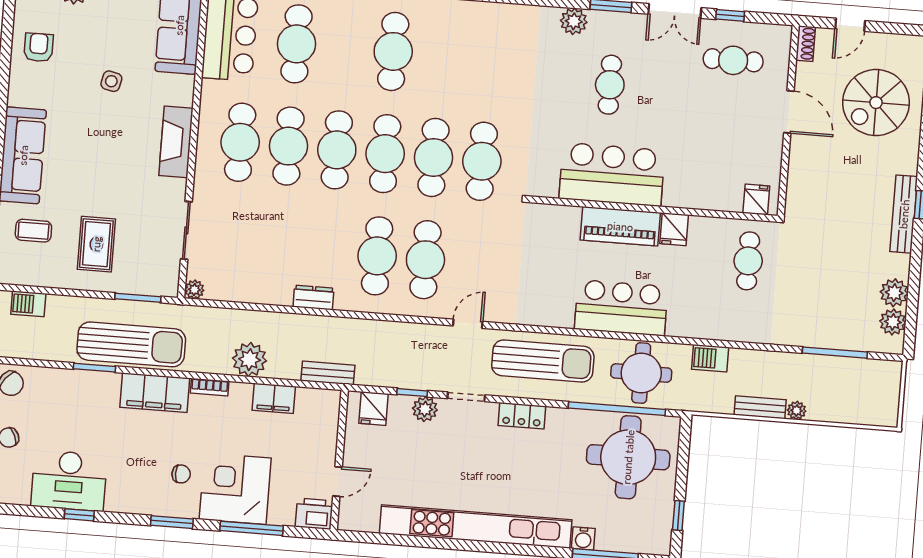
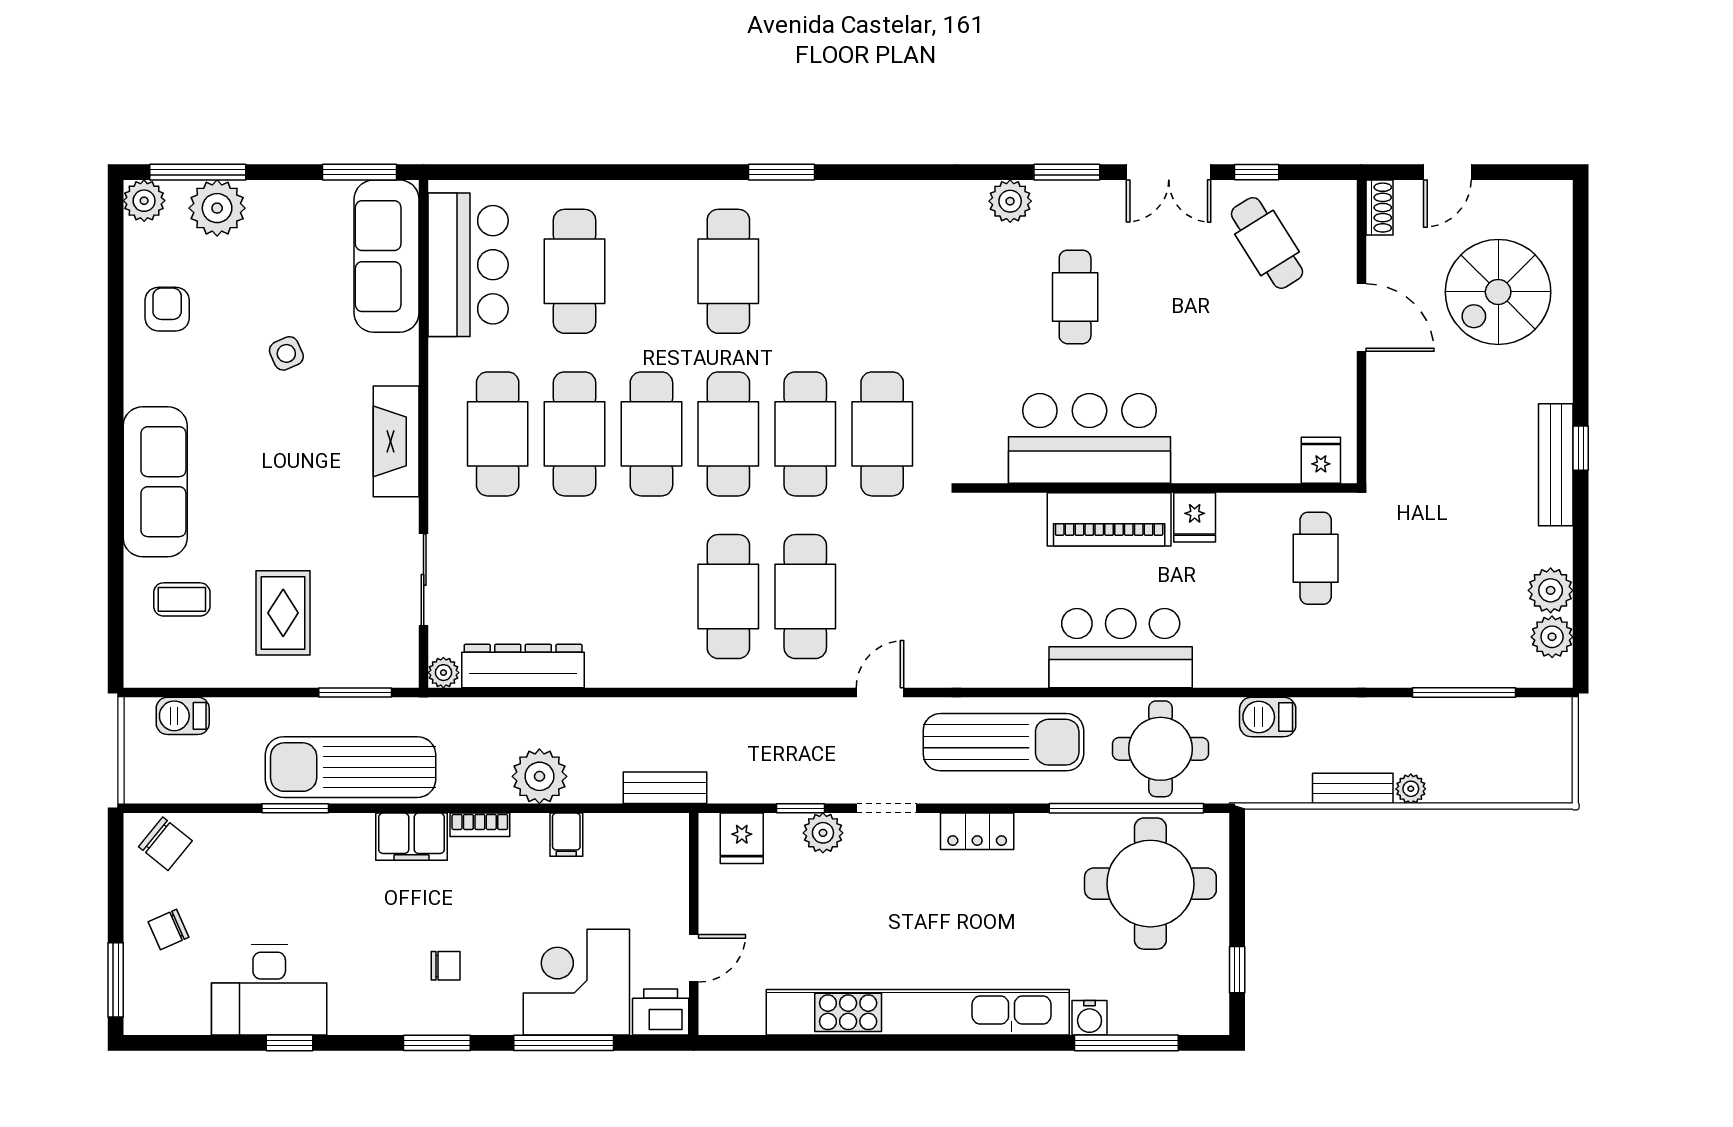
cafe table: (733, 60) -> (1267, 243), turned 58
side table: (111, 81) -> (286, 353), turned -37
dresser: (313, 298) -> (523, 666), moved, width x1.96, depth x1.24
sun lounger: (131, 344) -> (351, 767), turned 180
filing cabinet: (155, 393) -> (411, 837), width x0.67, depth x0.86
filing cabinet: (274, 398) -> (566, 835), width x0.50
corner desk: (235, 489) -> (576, 982), moved

